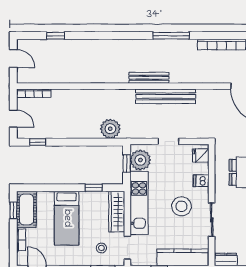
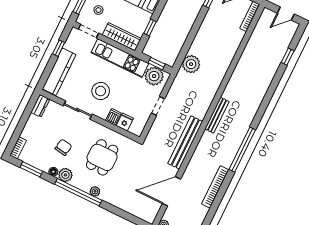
window: (171, 36) -> (242, 150), width x1.46
bench: (166, 96) -> (185, 142), moved
fridge: (201, 155) -> (125, 122), moved

